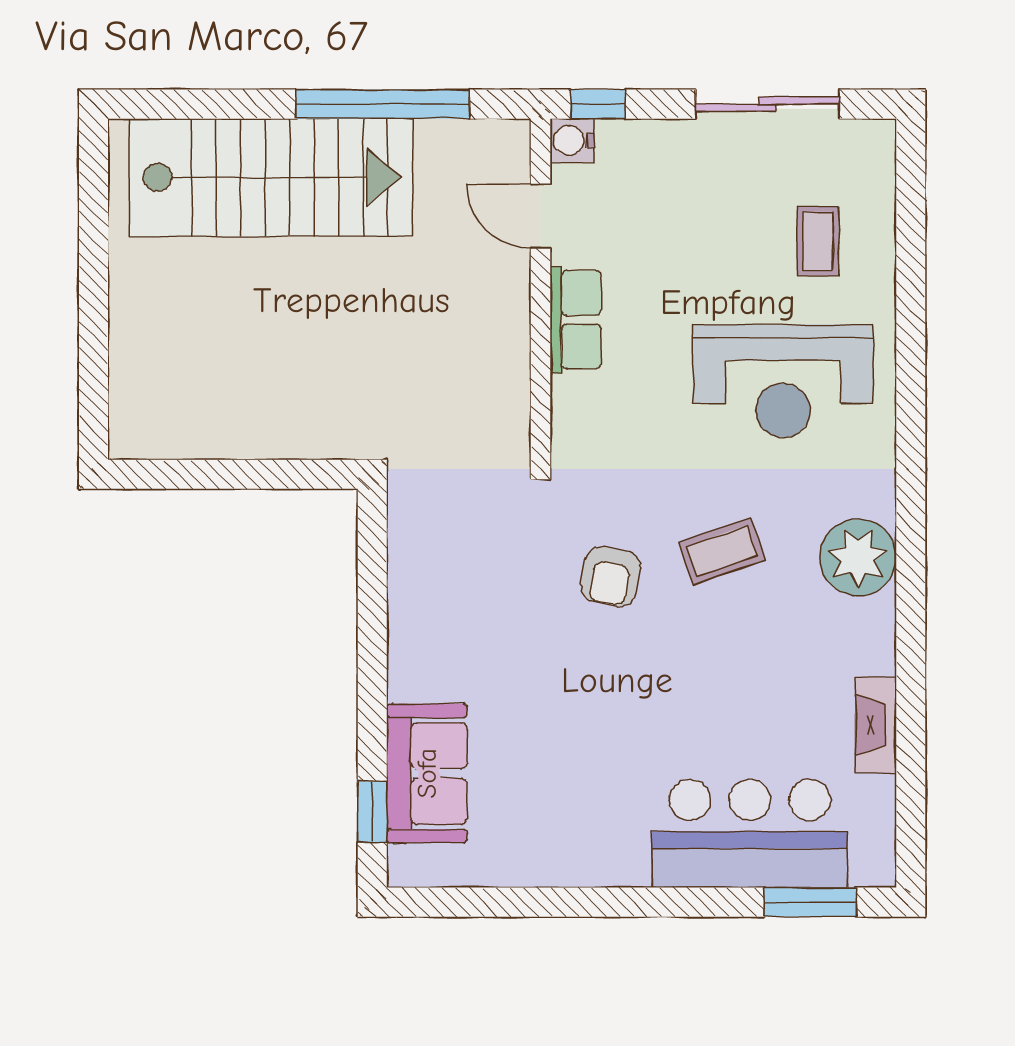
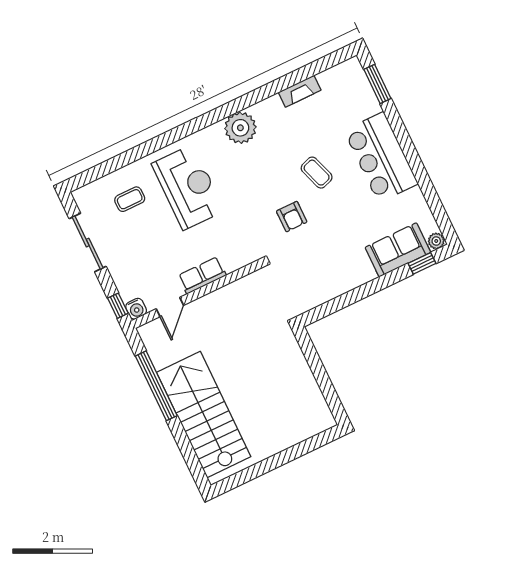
coffee table: (722, 551) -> (317, 173), moved
armchair: (611, 576) -> (292, 217), turned 79
bar counter: (750, 833) -> (381, 157), moved
plant: (406, 866) -> (436, 241), added

